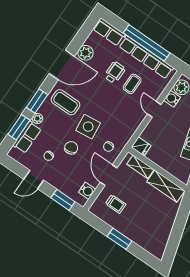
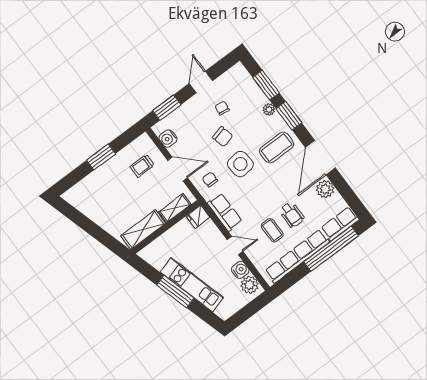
window: (147, 43) -> (331, 249), moved
row of seats: (27, 137) -> (225, 212), moved, turned 180

